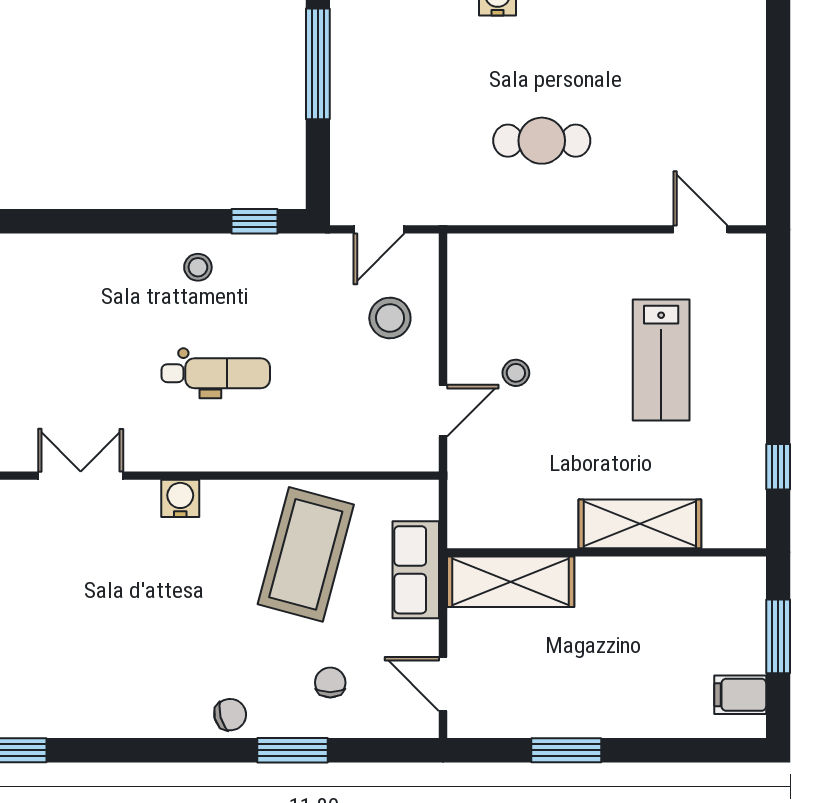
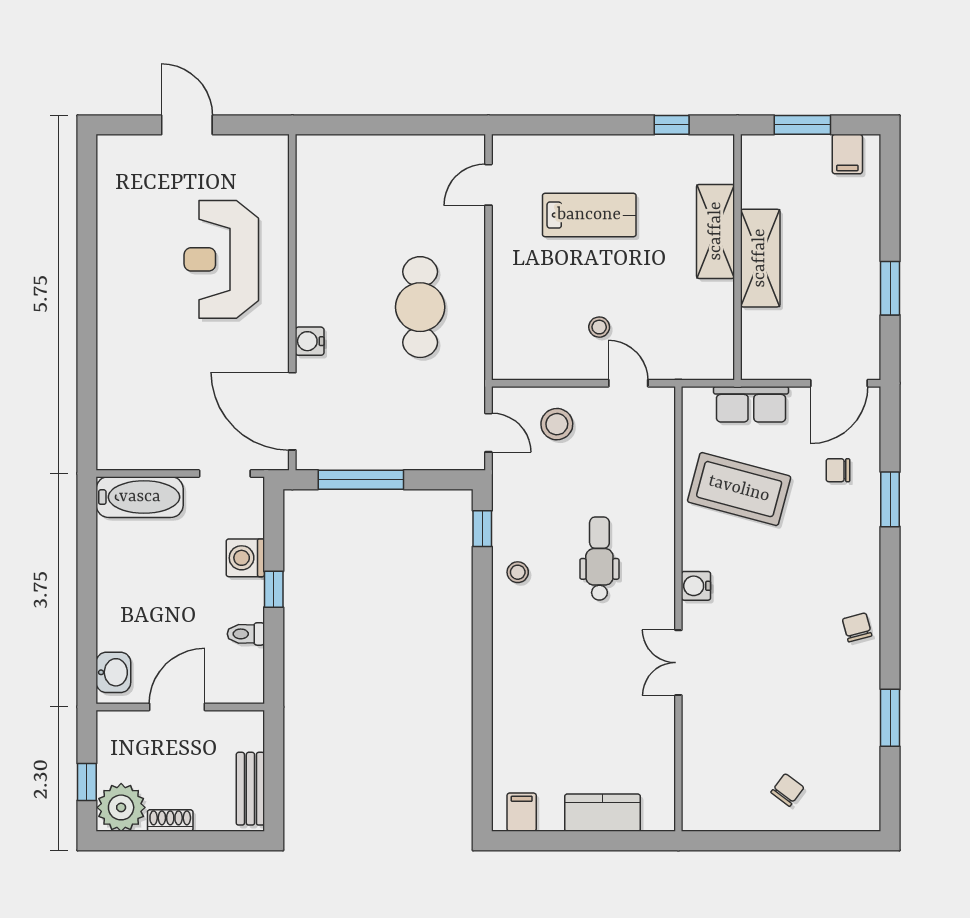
cafe table: (542, 141) -> (420, 307), width x1.37, depth x1.35
shelving: (511, 582) -> (760, 258), moved
door: (443, 684) -> (839, 383), width x1.38
chair: (230, 715) -> (857, 627), moved

